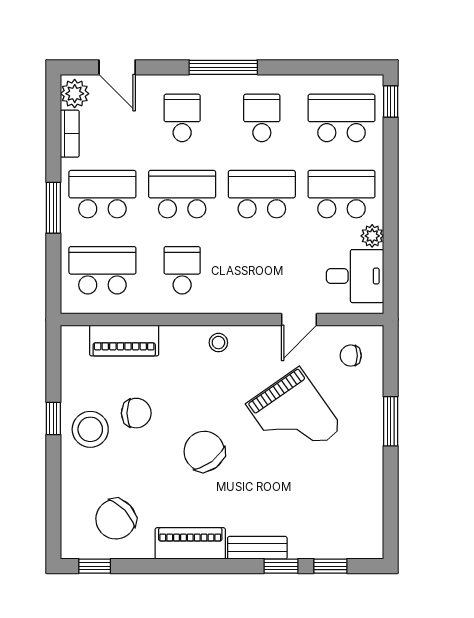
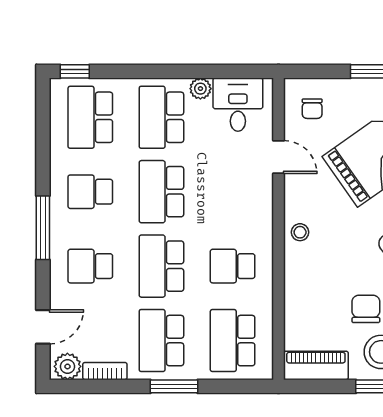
piano: (124, 341) -> (316, 365), moved, turned -90

